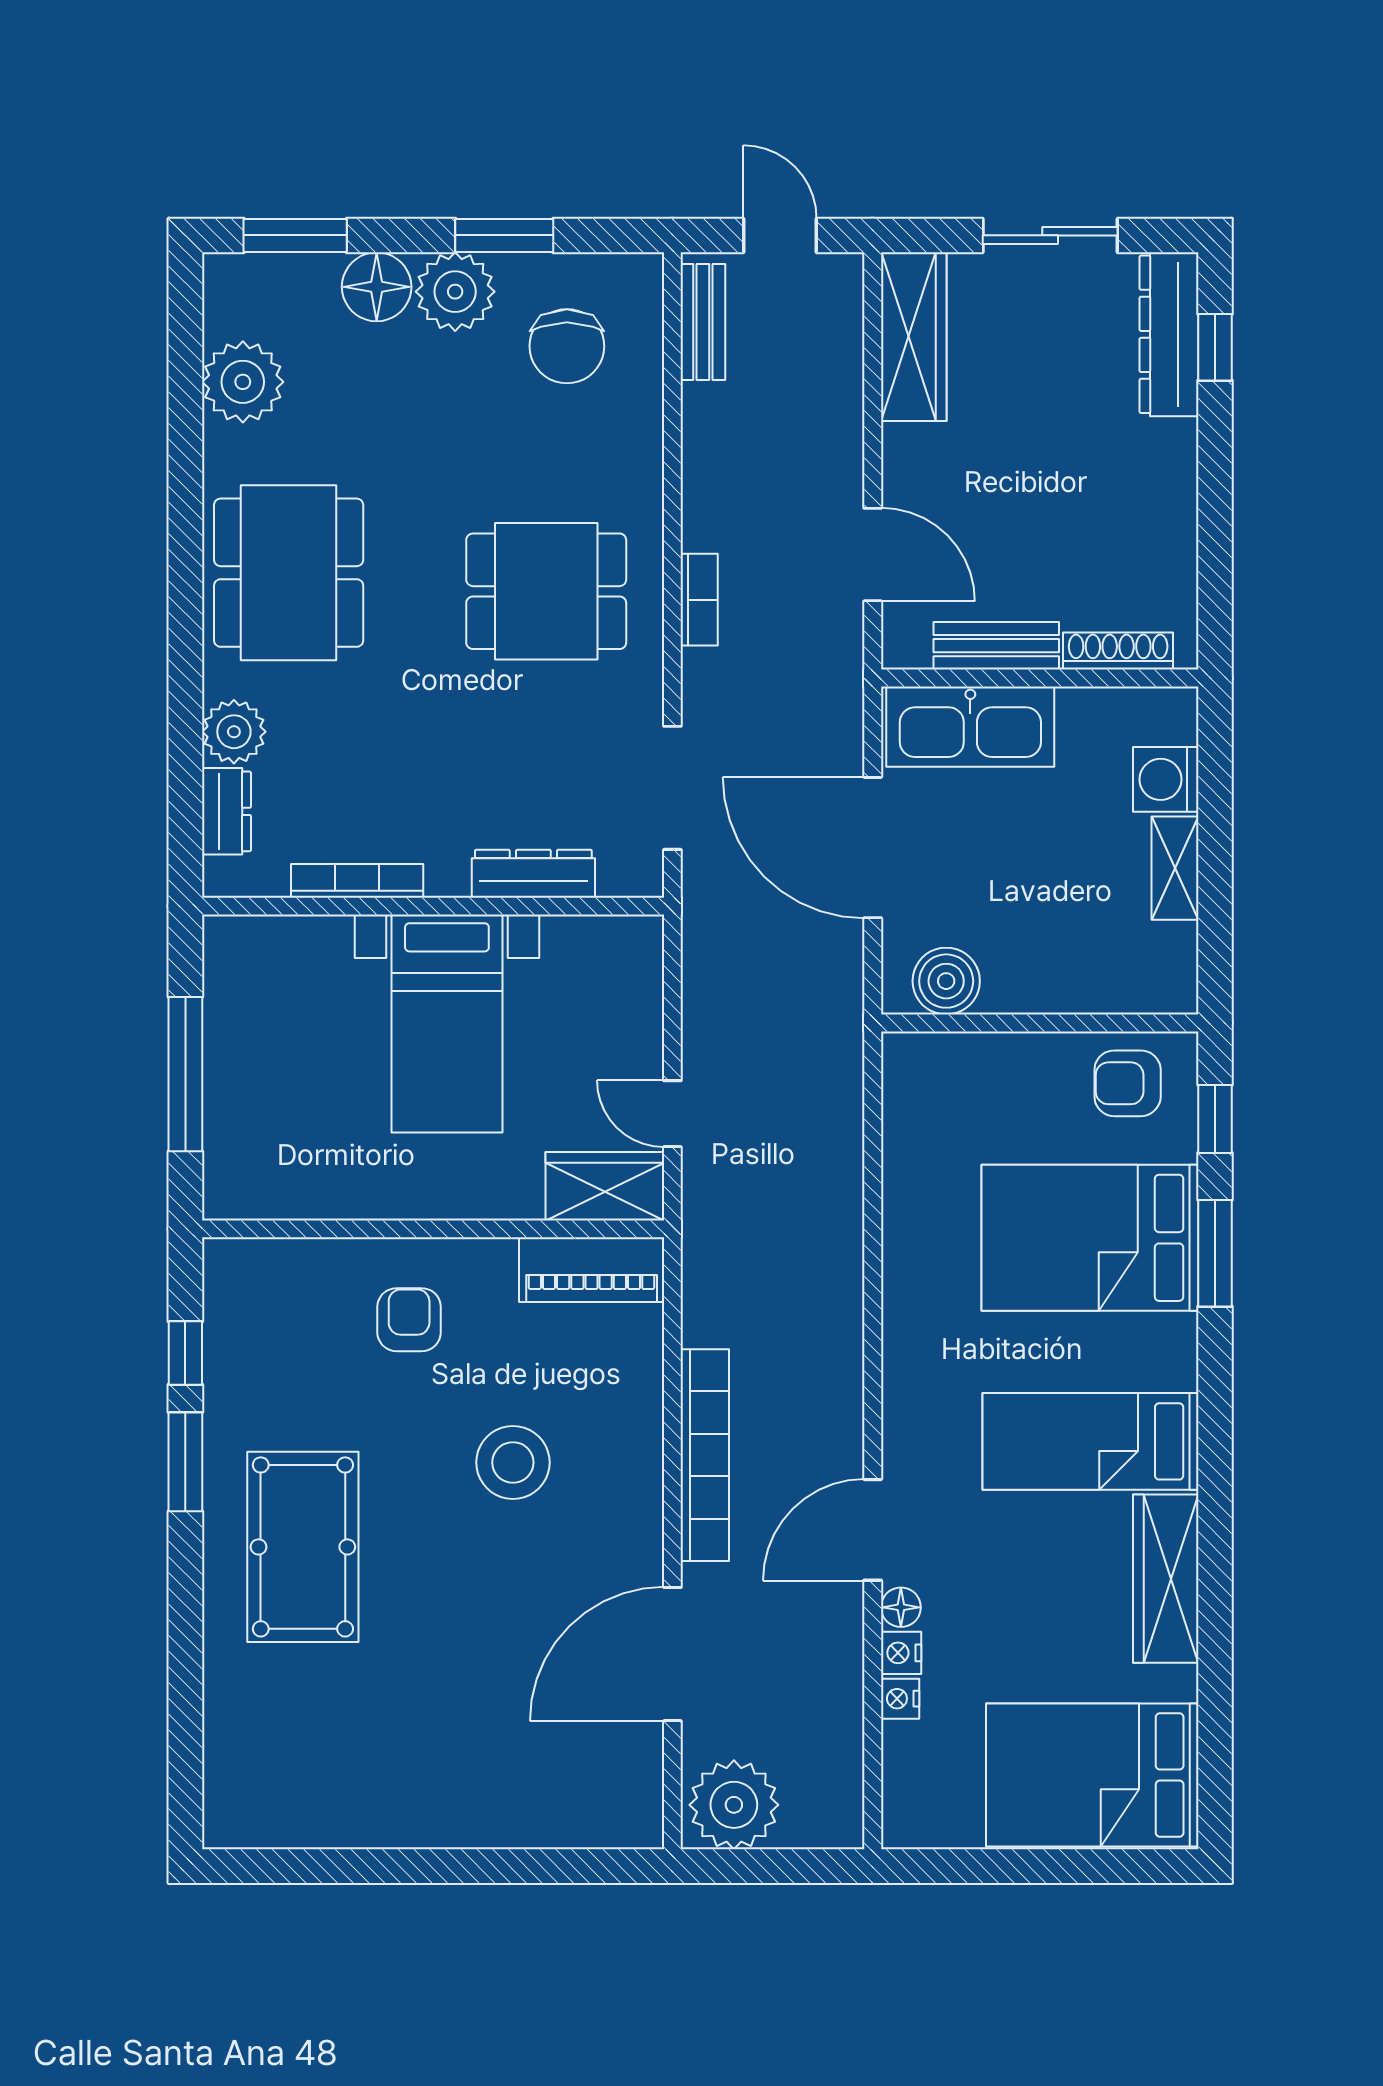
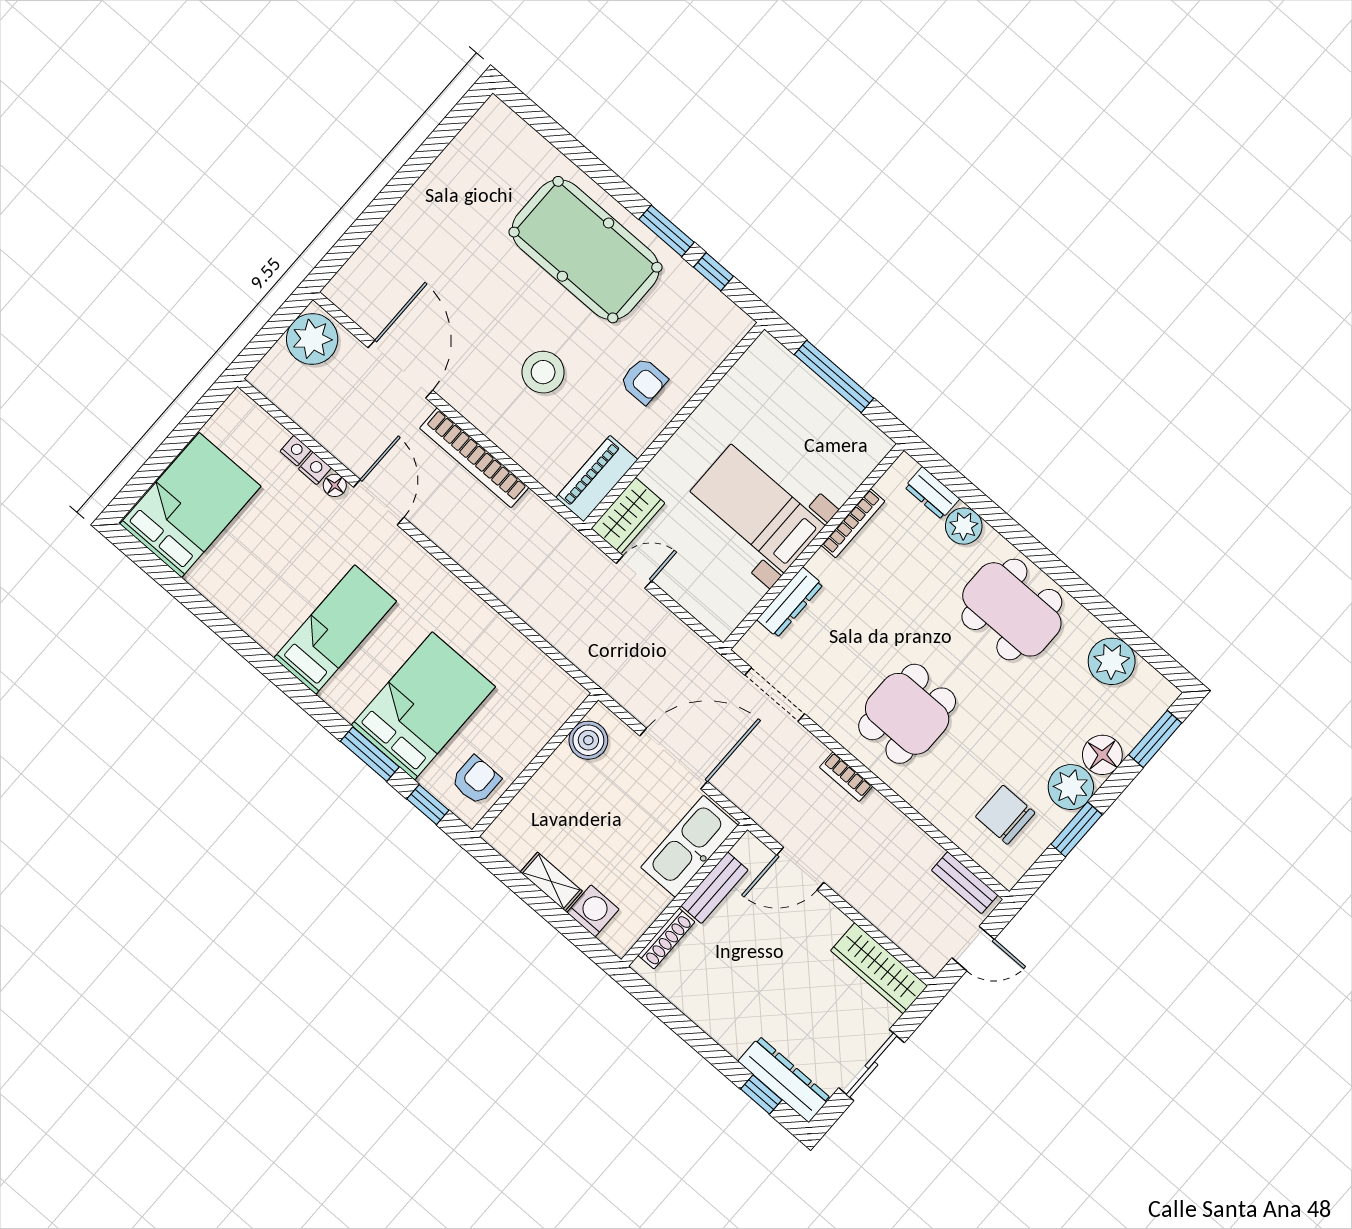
pool table: (303, 1547) -> (585, 250), width x1.36, depth x1.32
wardrobe: (1166, 1579) -> (248, 611), removed

